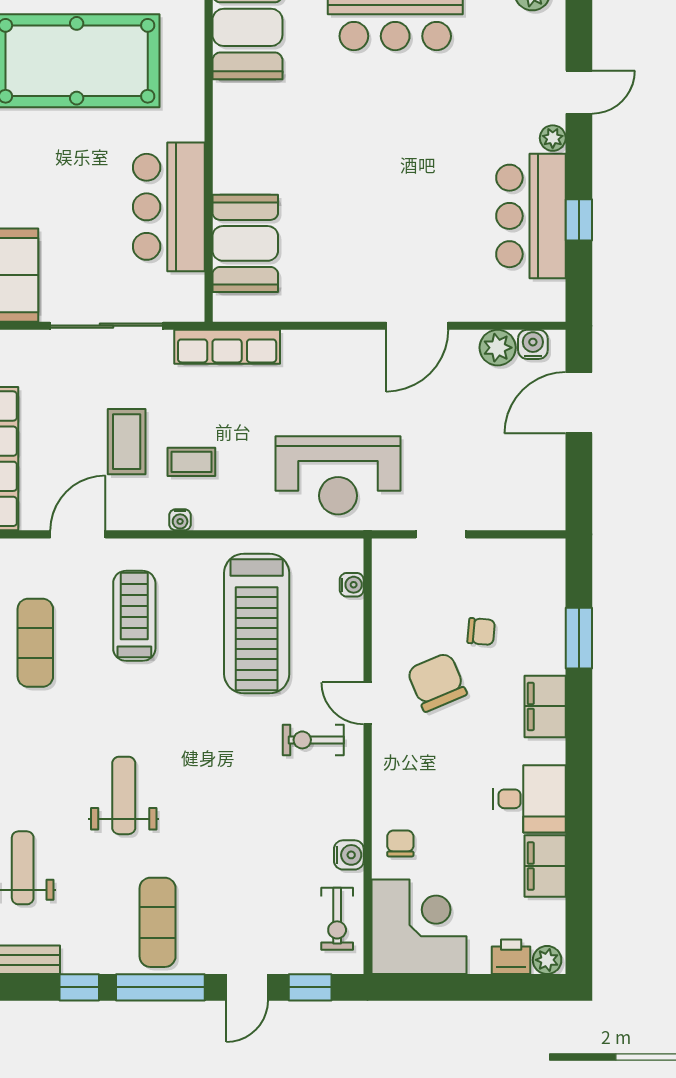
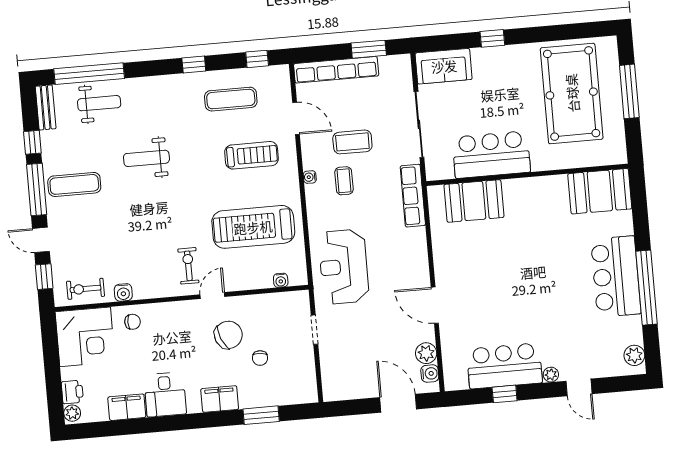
weight bench: (124, 795) -> (146, 158), turned 180

